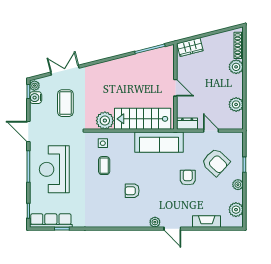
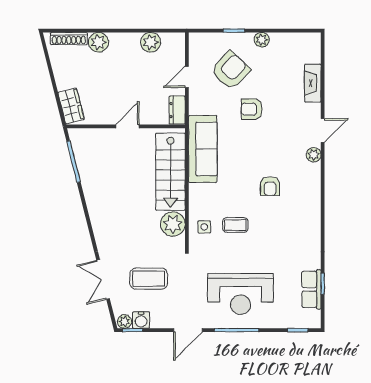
plant: (236, 210) -> (296, 42), removed
row of seats: (51, 221) -> (311, 289), width x0.68

